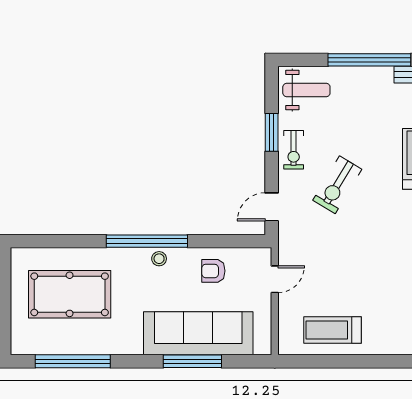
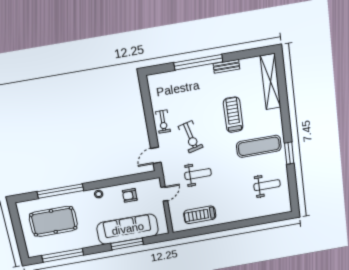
weight bench: (306, 90) -> (198, 174), moved
window: (272, 132) -> (149, 114), removed
exercise bike: (337, 185) -> (191, 137), turned -45
window: (147, 241) -> (60, 191), moved

